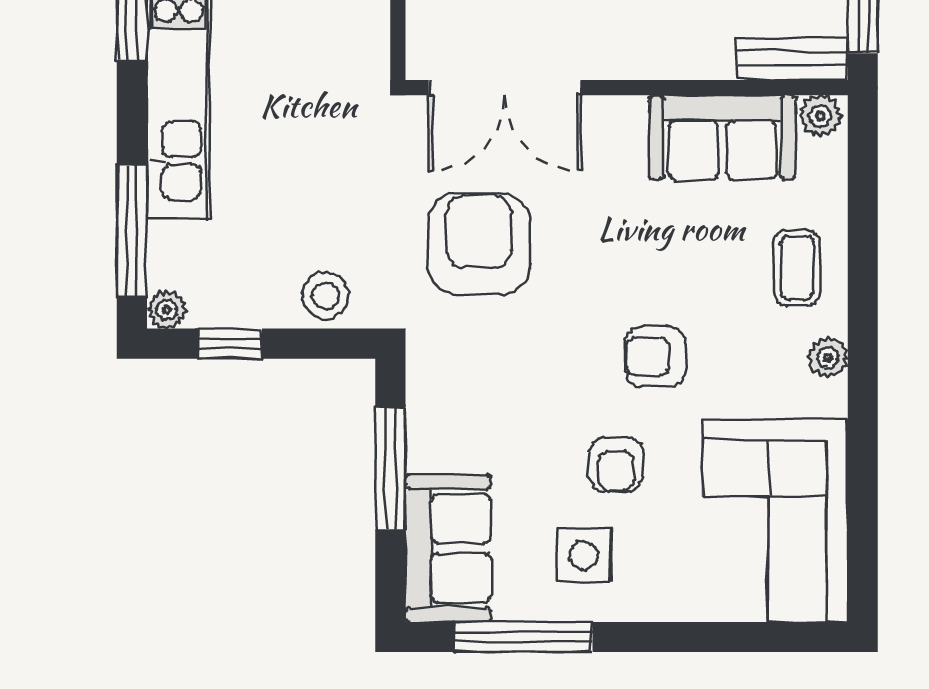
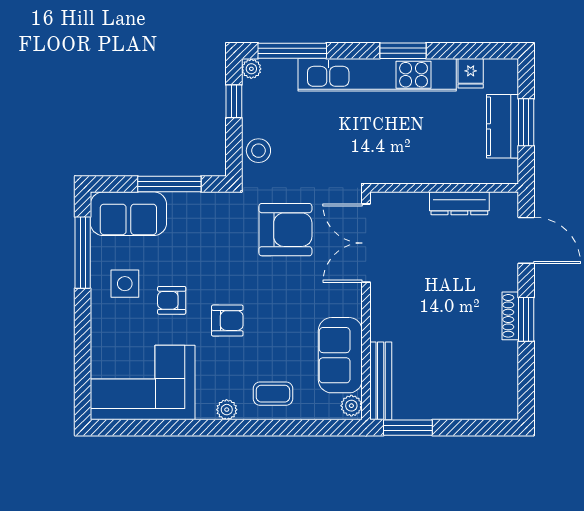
bench: (792, 59) -> (381, 381), width x1.36
armchair: (655, 356) -> (227, 321), turned 90

